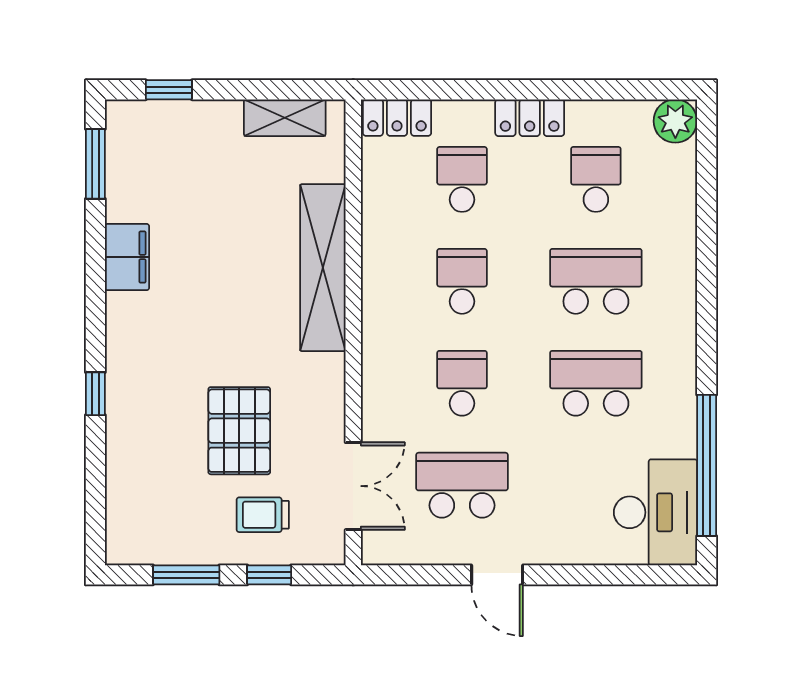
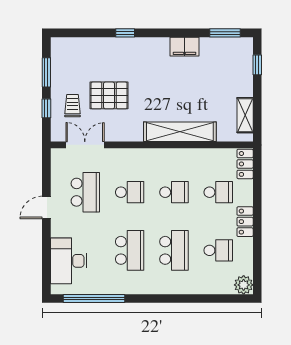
double door: (353, 486) -> (85, 145), swing flipped
desk: (655, 512) -> (69, 261), moved, turned 90

